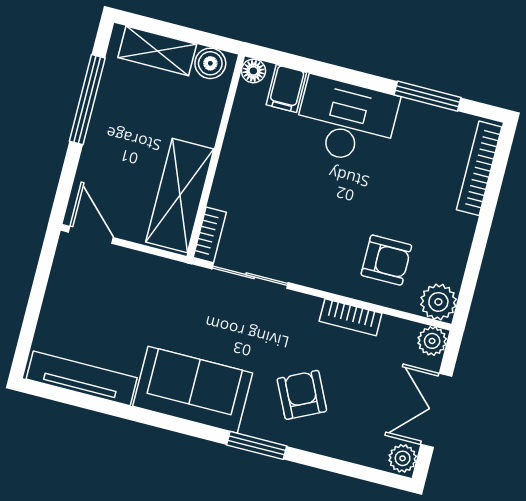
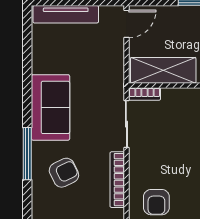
bookcase: (351, 317) -> (117, 180), width x1.56
tv unit: (82, 378) -> (66, 14), moved, turned 90
window: (257, 445) -> (27, 154), width x1.44

